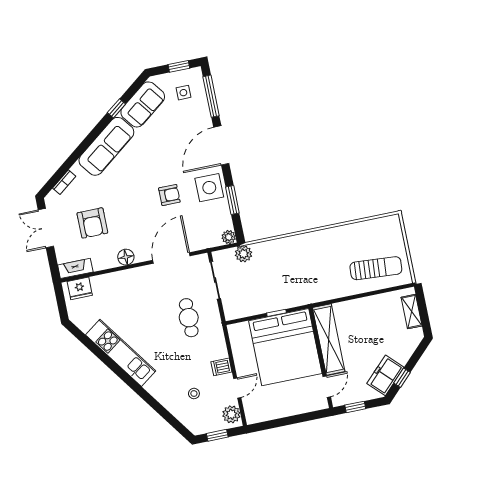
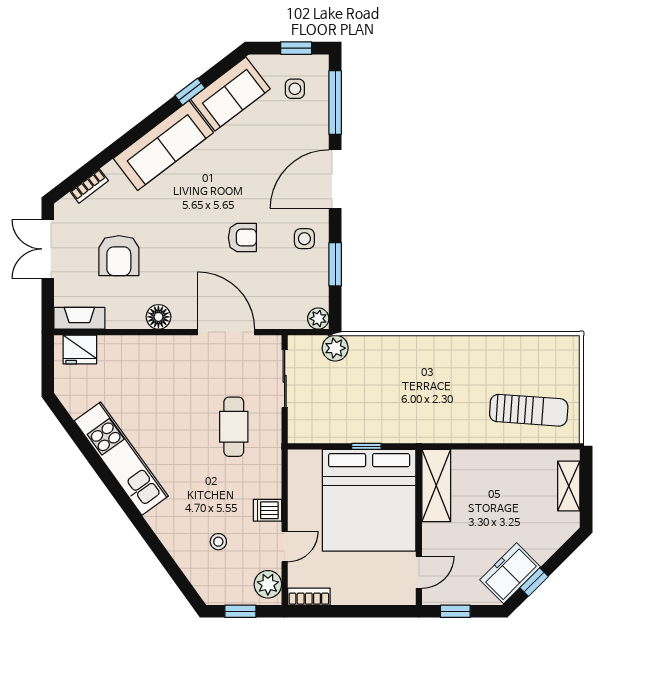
side table: (209, 188) -> (304, 239), width x0.54, depth x0.54
door: (171, 258) -> (226, 332), hinge flipped
shelving: (329, 340) -> (436, 486), width x0.68
bookcase: (259, 417) -> (309, 597), added

